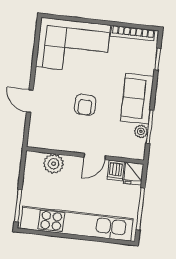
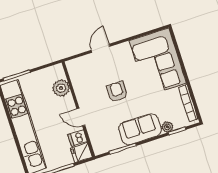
armchair: (85, 105) -> (117, 92), turned 90
plant: (141, 131) -> (167, 127), moved

